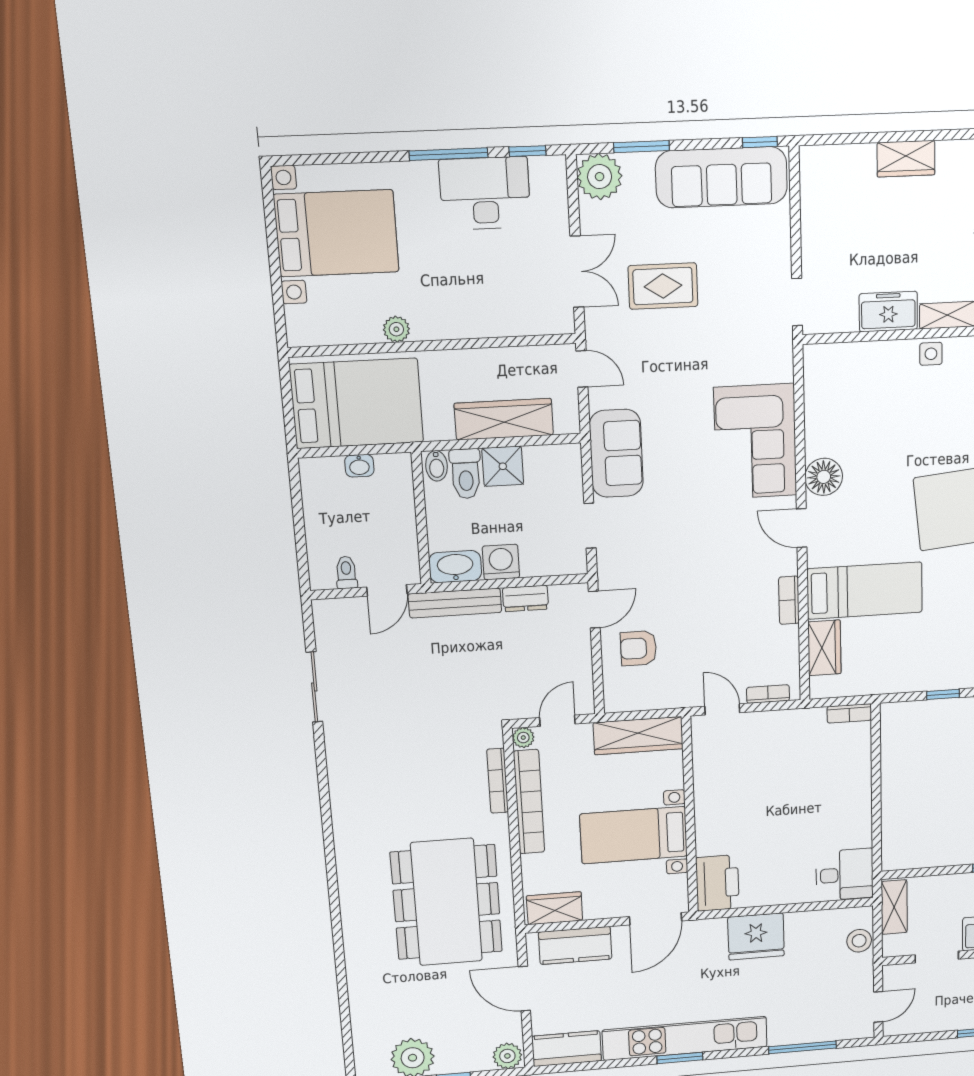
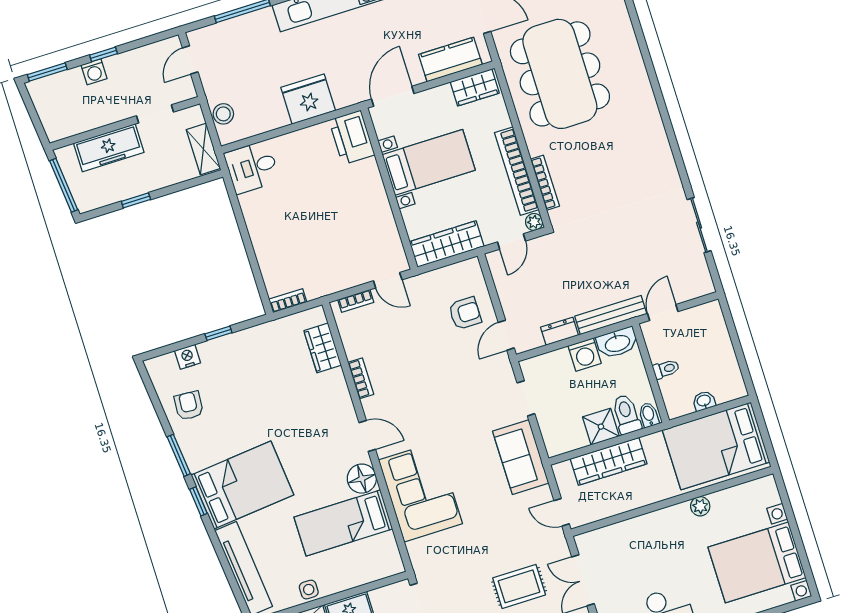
toilet: (346, 572) -> (666, 369), moved, turned -90
bed: (865, 591) -> (343, 523), moved

